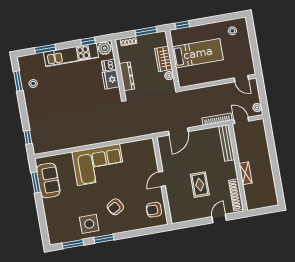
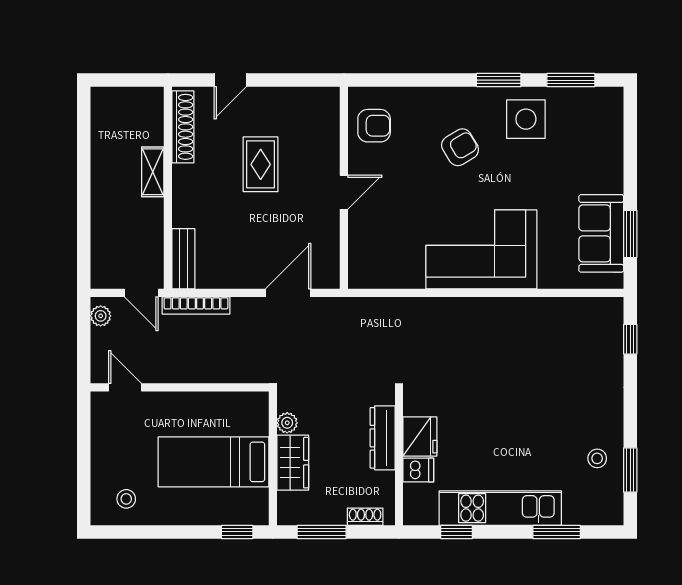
plant: (105, 48) -> (422, 510), removed
bench: (227, 143) -> (183, 259), width x0.73

